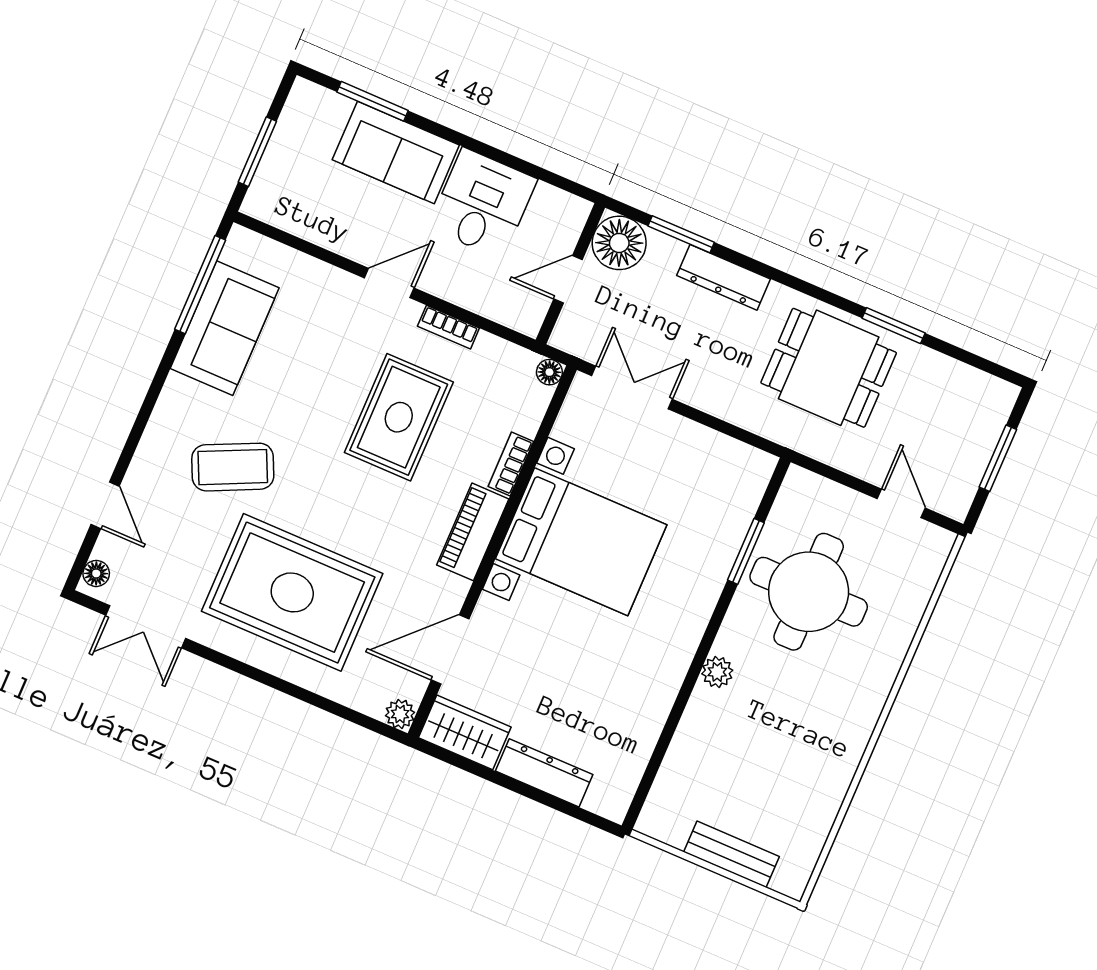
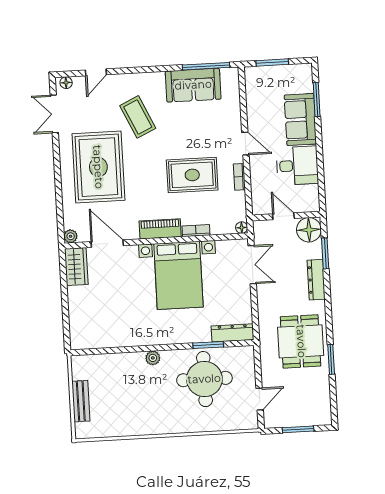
dresser: (544, 773) -> (232, 333), moved, turned -90

